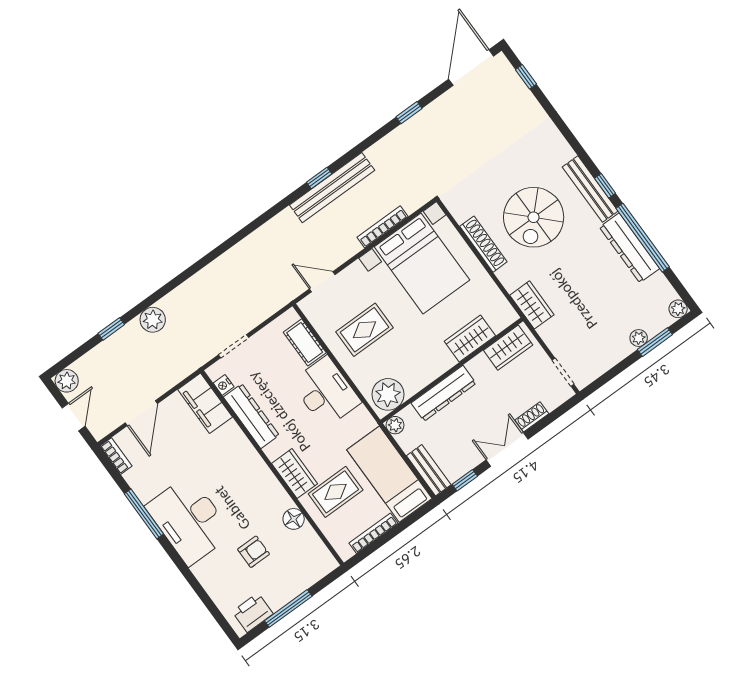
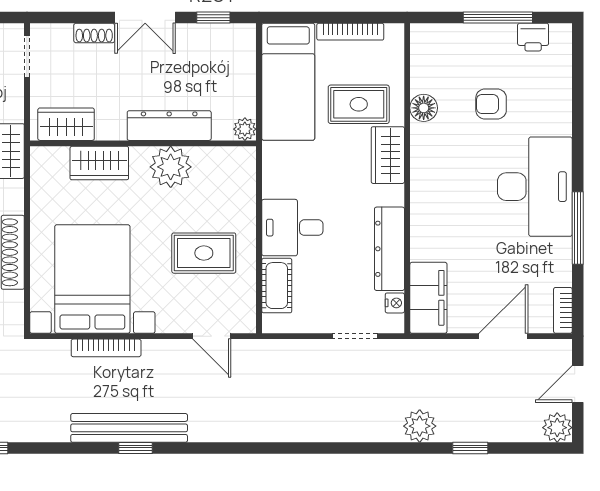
desk: (326, 392) -> (292, 228), width x0.73
plant: (388, 394) -> (171, 167), moved
bench: (429, 470) -> (244, 56), removed
printer: (253, 613) -> (533, 37), width x0.73, depth x0.81

